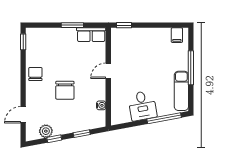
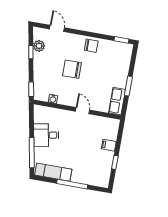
window: (124, 25) -> (115, 162), moved
filing cabinet: (177, 35) -> (109, 145), moved
window: (82, 134) -> (31, 89), moved

